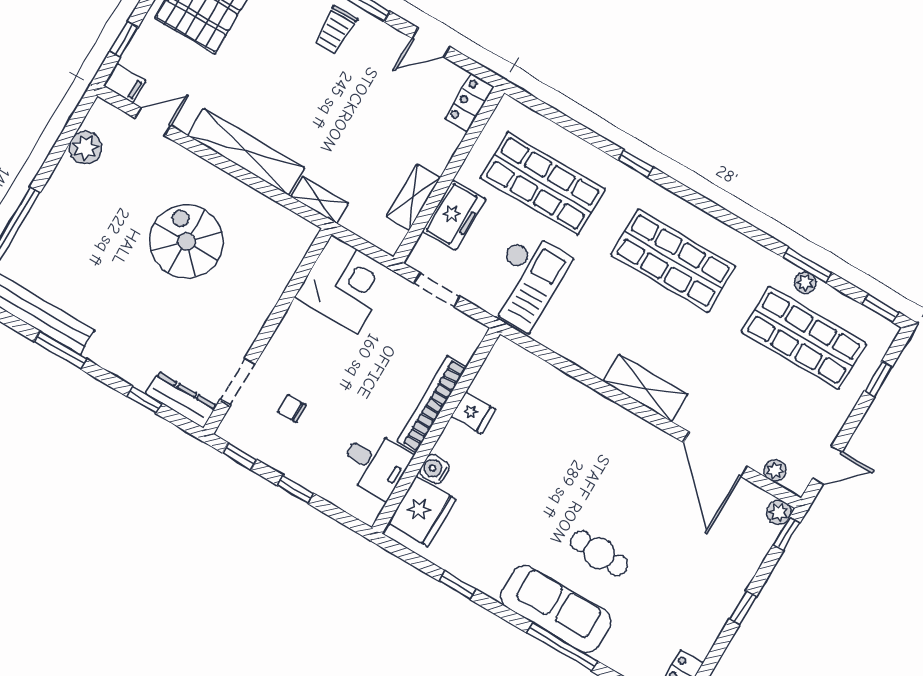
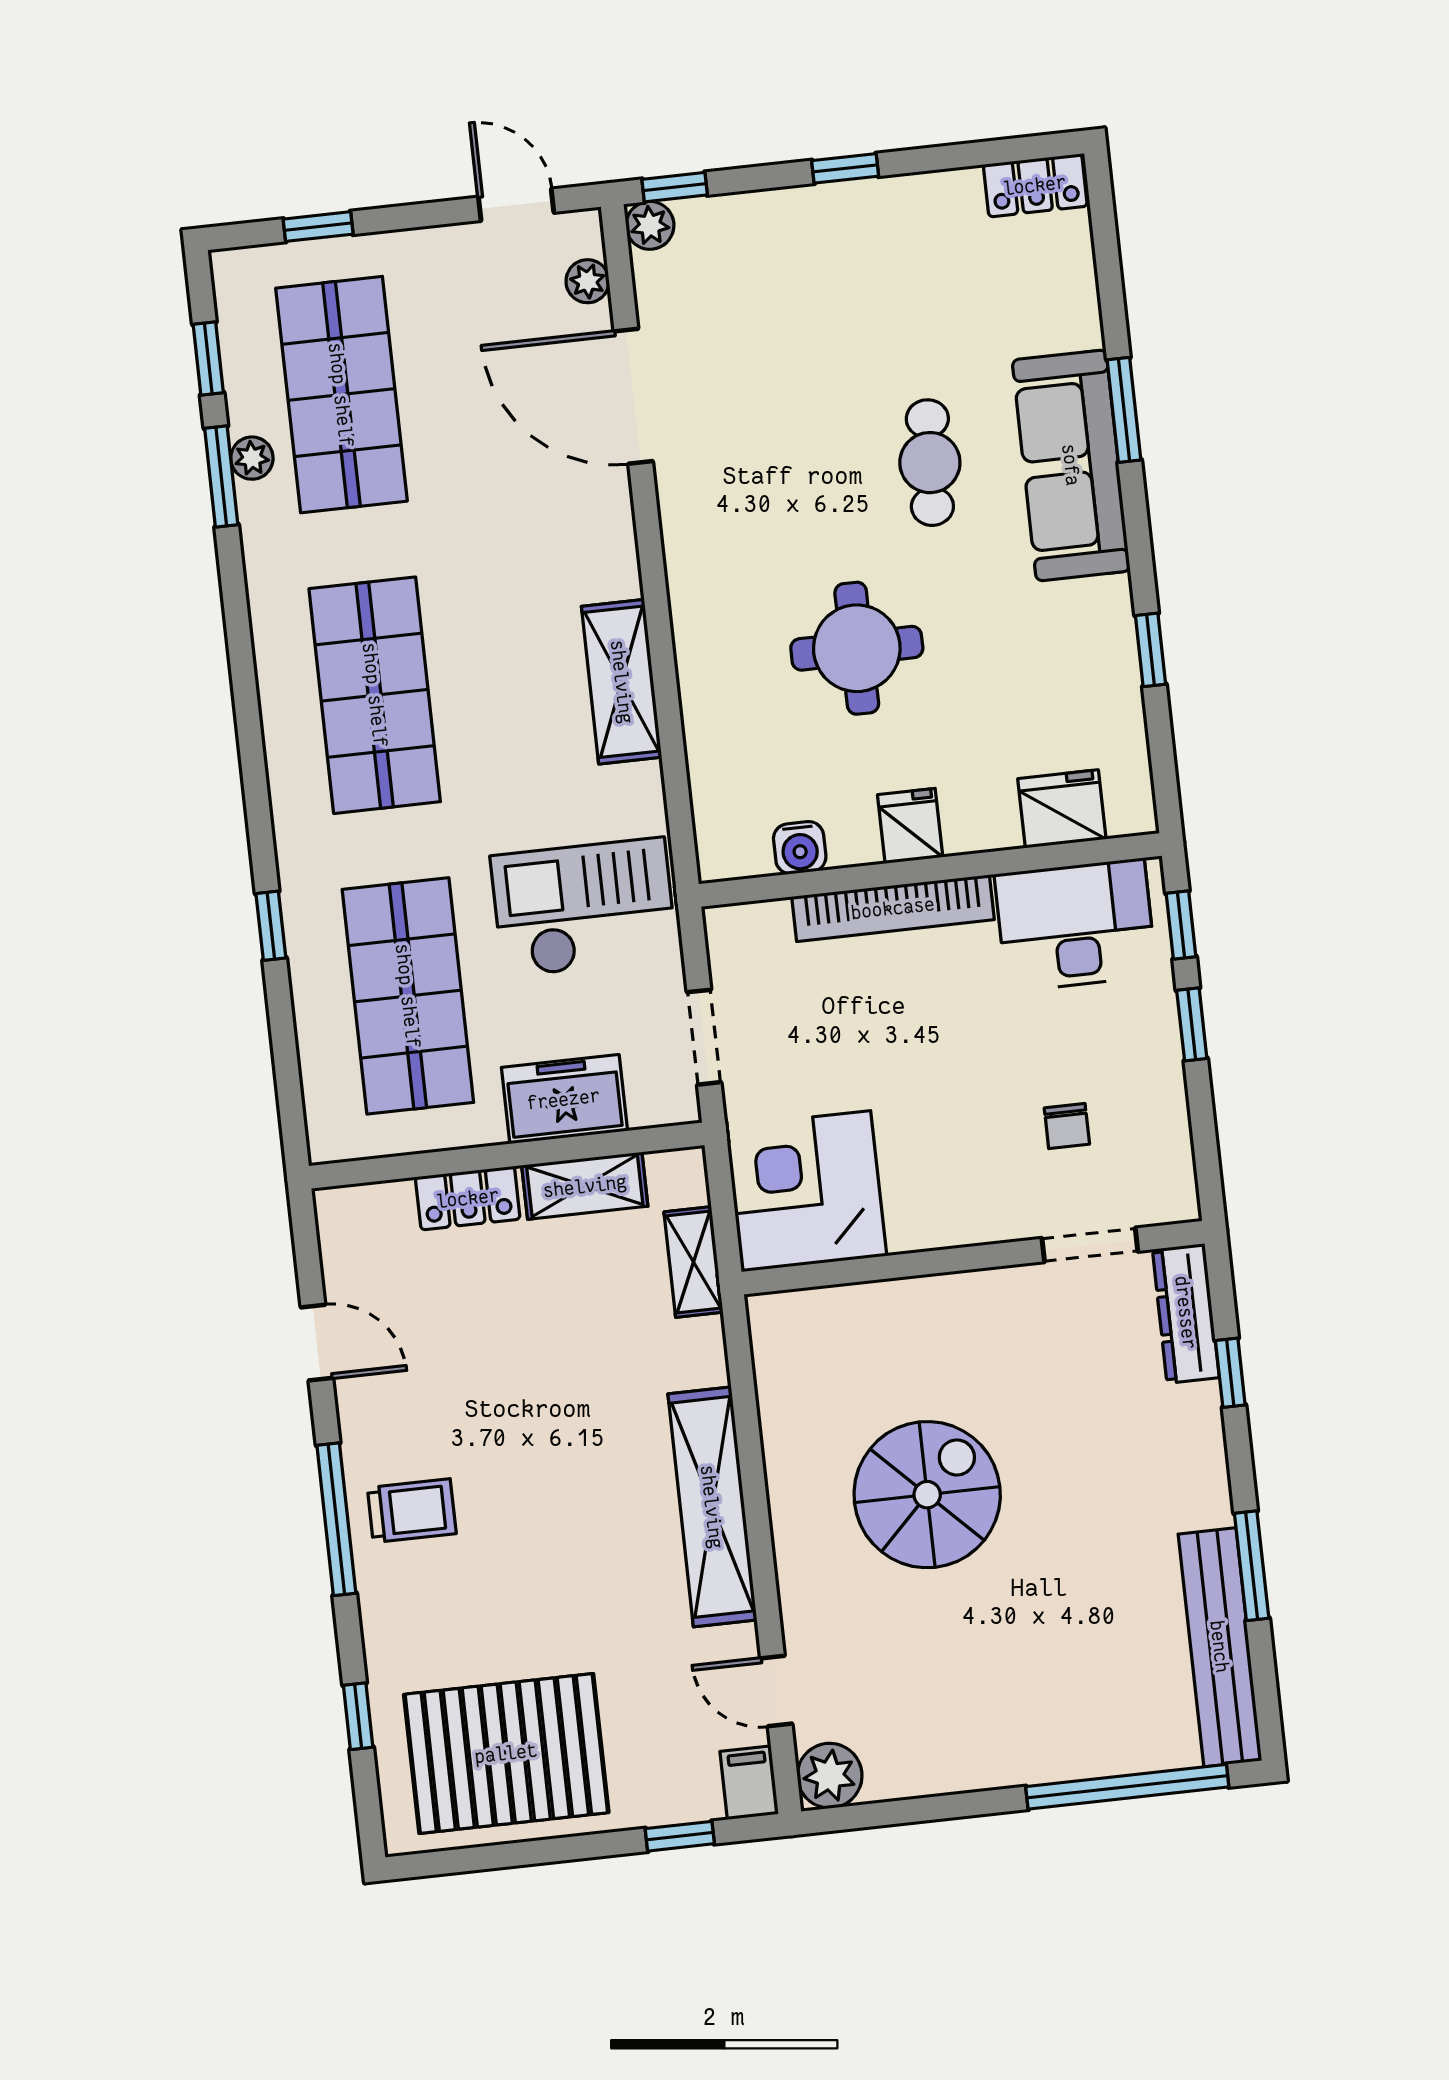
locker: (470, 103) -> (468, 1198), moved
plant: (85, 148) -> (830, 1776), moved
window: (636, 163) -> (271, 926), moved
shelving: (319, 200) -> (694, 1262), moved
spiral stairs: (186, 241) -> (927, 1495), turned 180
window: (881, 308) -> (208, 358), moved
shelving: (645, 388) -> (622, 682), moved
fridge: (473, 413) -> (910, 826), moved
door: (715, 454) -> (633, 396), swing flipped
window: (240, 456) -> (1181, 925), moved
desk: (375, 464) -> (1075, 925), width x1.37
round table: (547, 468) -> (857, 648), added
water cooler: (434, 469) -> (800, 848), moved
fridge: (422, 511) -> (1062, 809), width x0.73, depth x0.75
window: (562, 647) -> (1124, 410), width x0.69

